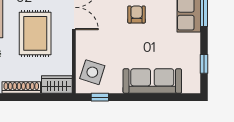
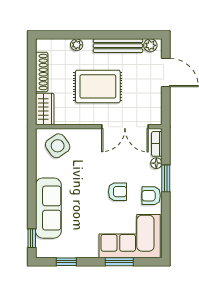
side table: (92, 72) -> (58, 146), turned 37
window: (100, 97) -> (32, 238), moved

